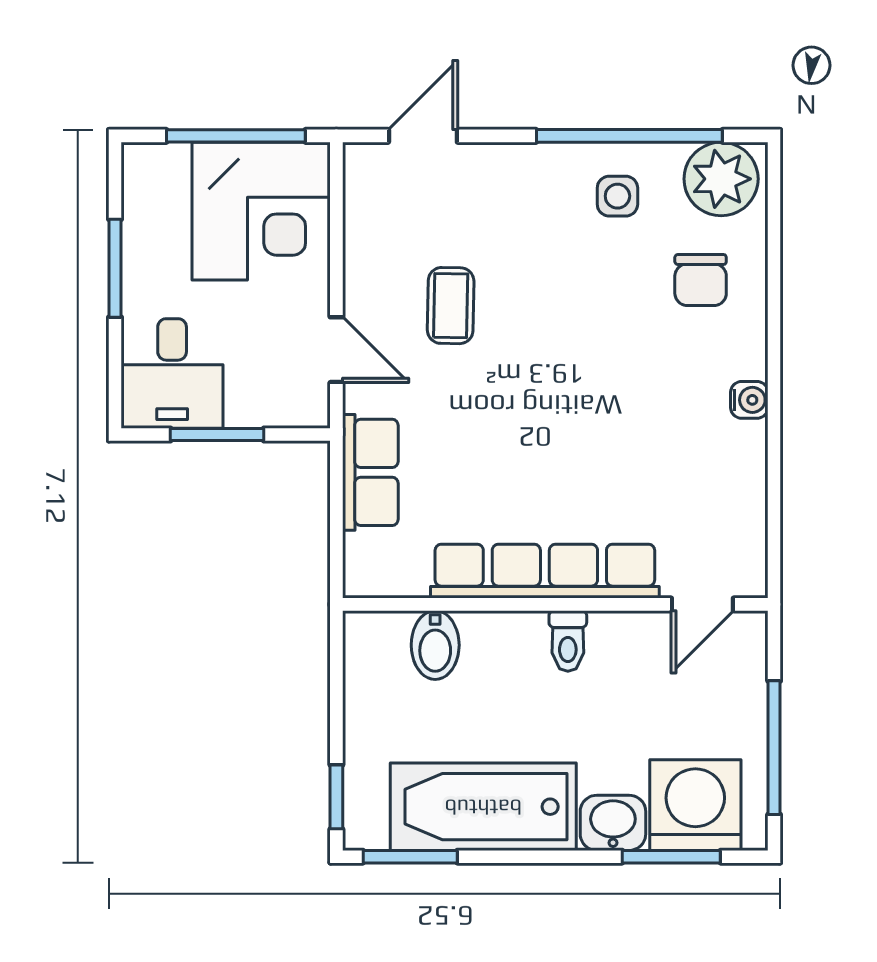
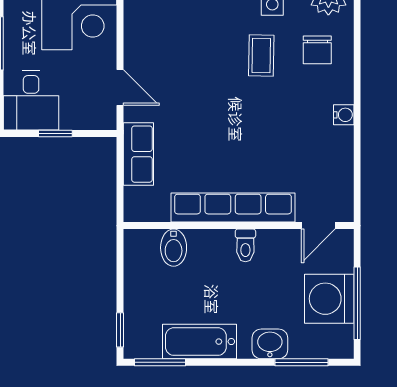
coffee table: (451, 306) -> (261, 55), moved
window: (217, 434) -> (55, 134), width x0.67
washing machine: (695, 805) -> (329, 299), moved, turned -90
bathtub: (483, 807) -> (200, 342), width x0.73, depth x0.73

